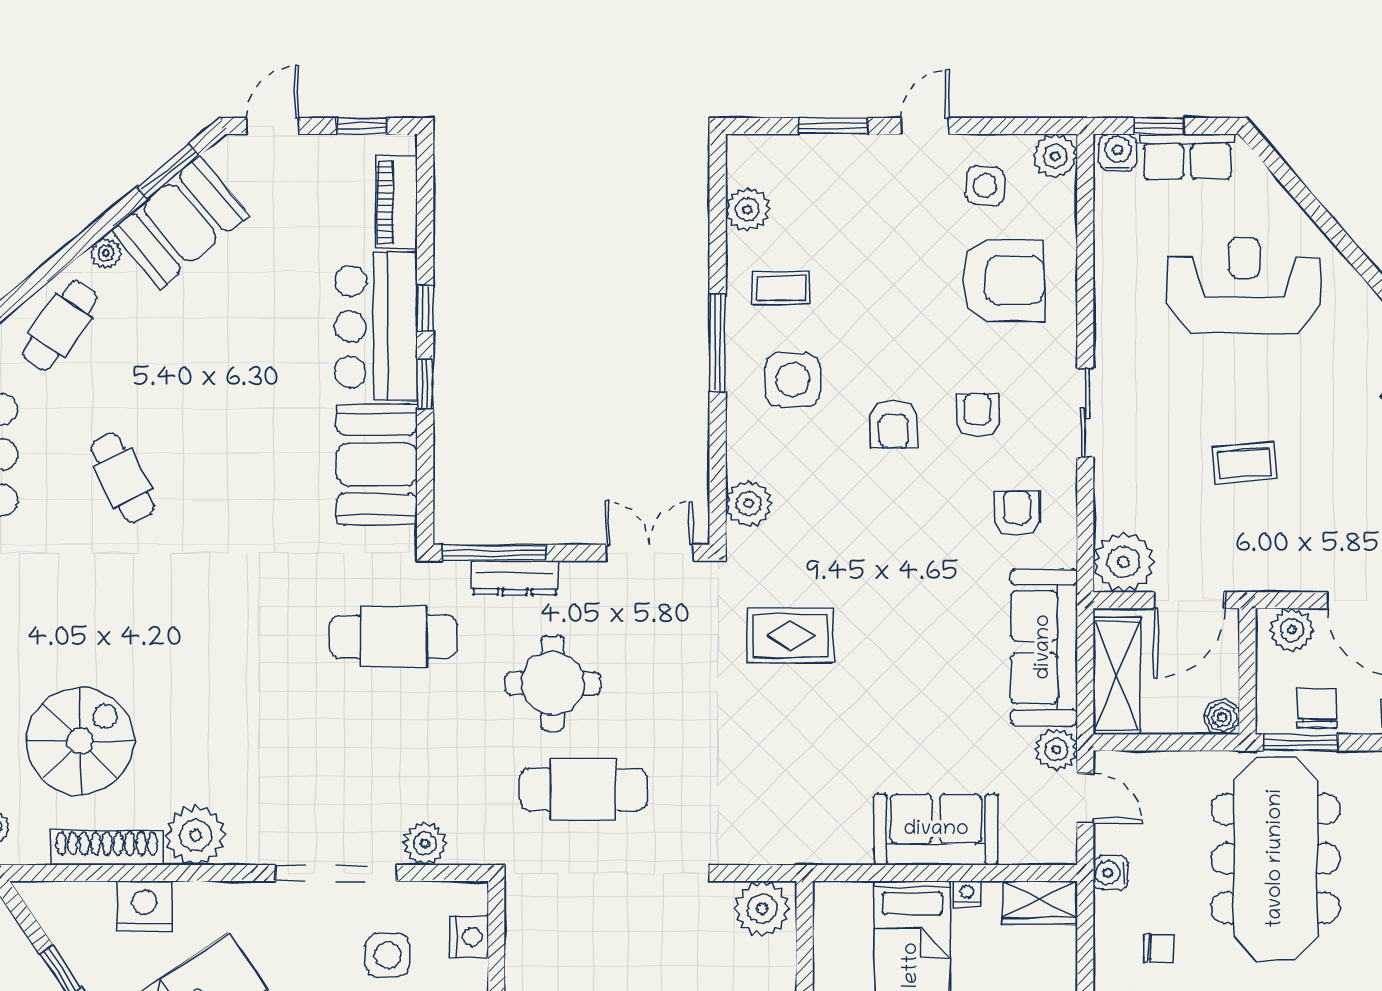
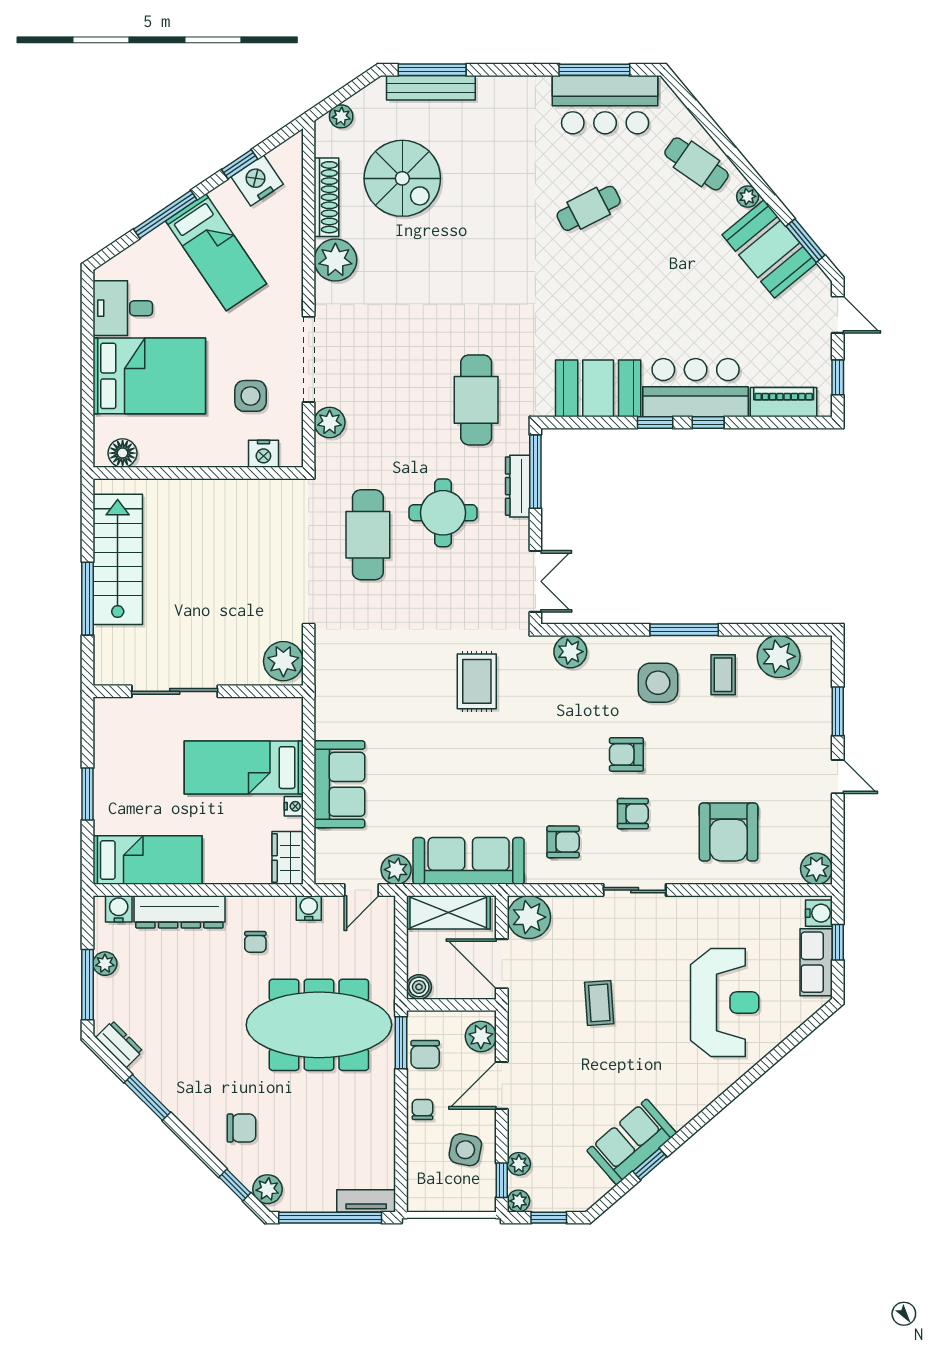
side table: (985, 186) -> (795, 819), removed
plant: (747, 209) -> (779, 656), width x1.36, depth x1.36
chair: (1317, 709) -> (425, 1054), turned 90
nightstand: (144, 906) -> (257, 181), moved, turned -124

